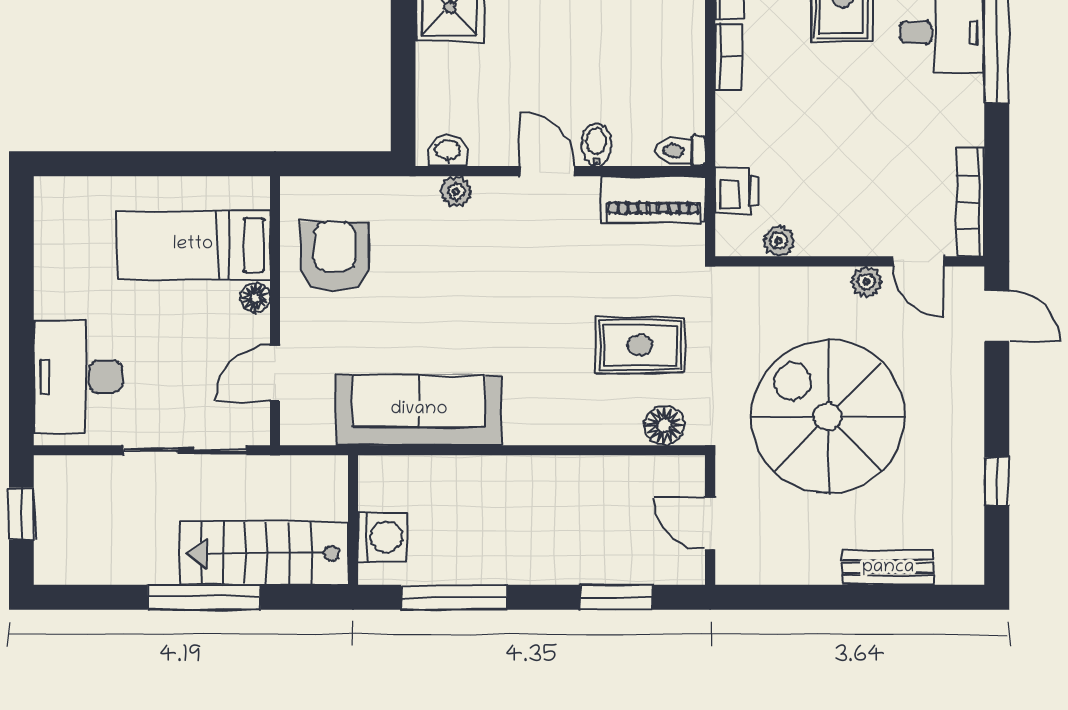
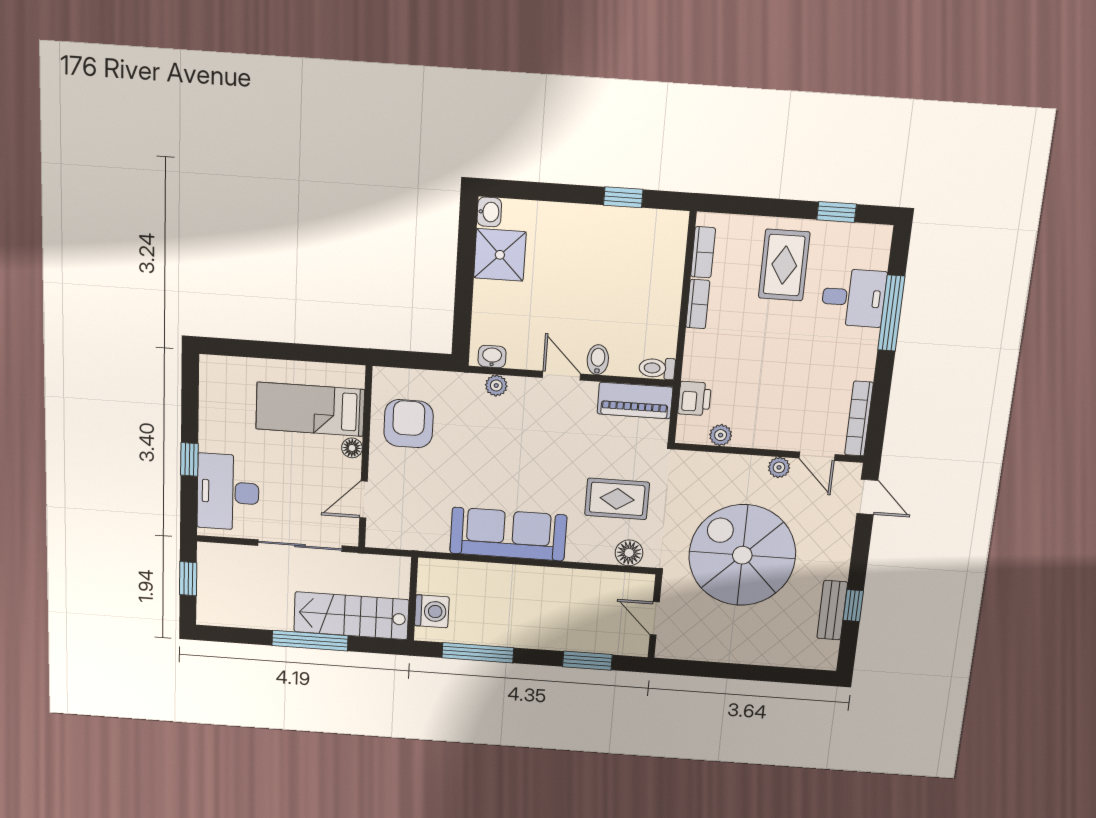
window: (21, 332) -> (189, 459), added
sofa: (419, 410) -> (508, 534), moved
bench: (888, 568) -> (832, 610), moved, turned 90

